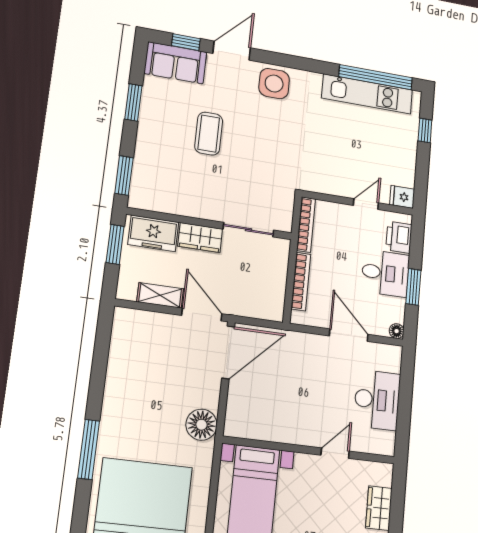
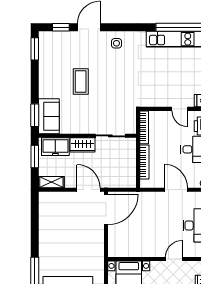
sofa: (175, 63) -> (49, 116), moved, turned -90
side table: (274, 84) -> (116, 43), width x0.54, depth x0.54
window: (133, 102) -> (35, 49), moved
door: (366, 204) -> (180, 109), swing flipped
shelving: (160, 295) -> (51, 182), moved
floor lamp: (201, 425) -> (95, 252), removed

